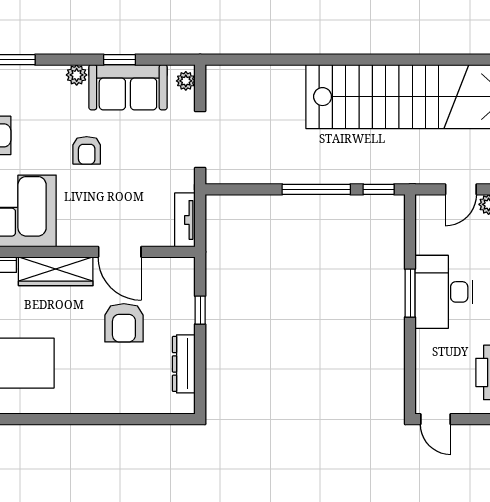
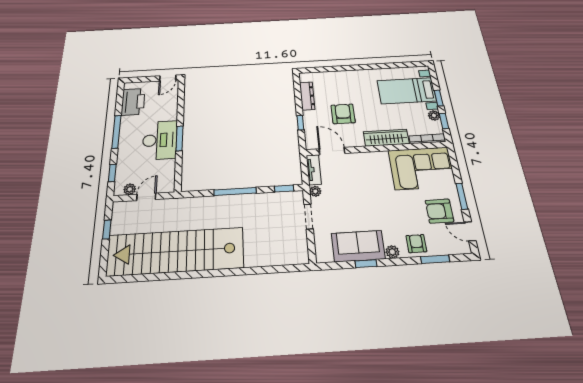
plant: (186, 81) -> (315, 191), moved
doorway: (200, 140) -> (309, 217), width x0.73
armchair: (87, 150) -> (416, 244), moved
window: (379, 189) -> (284, 189), moved
door: (120, 252) -> (332, 151), moved
door: (435, 419) -> (168, 78), swing flipped

